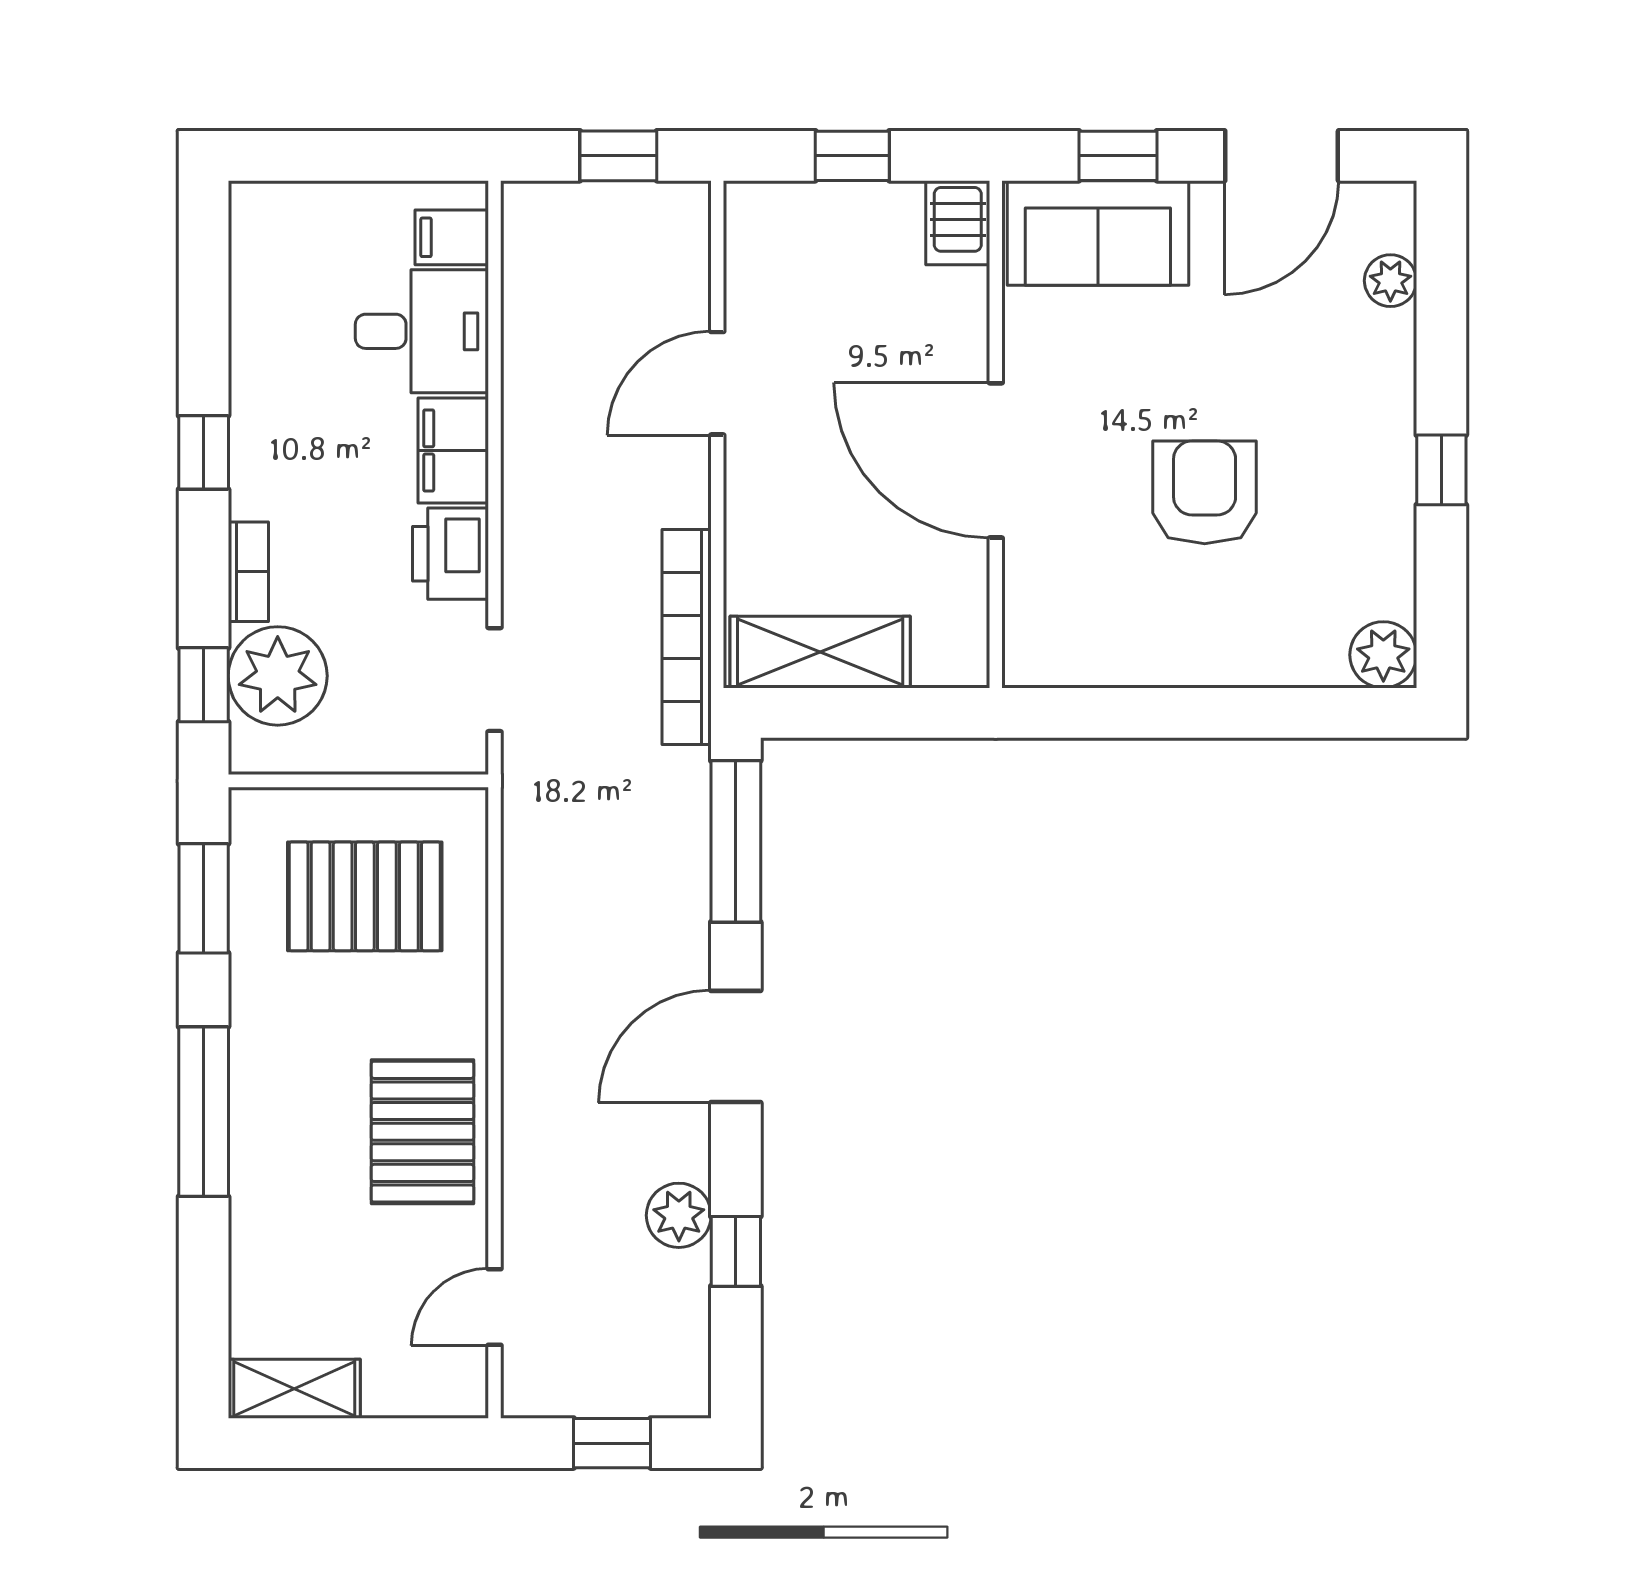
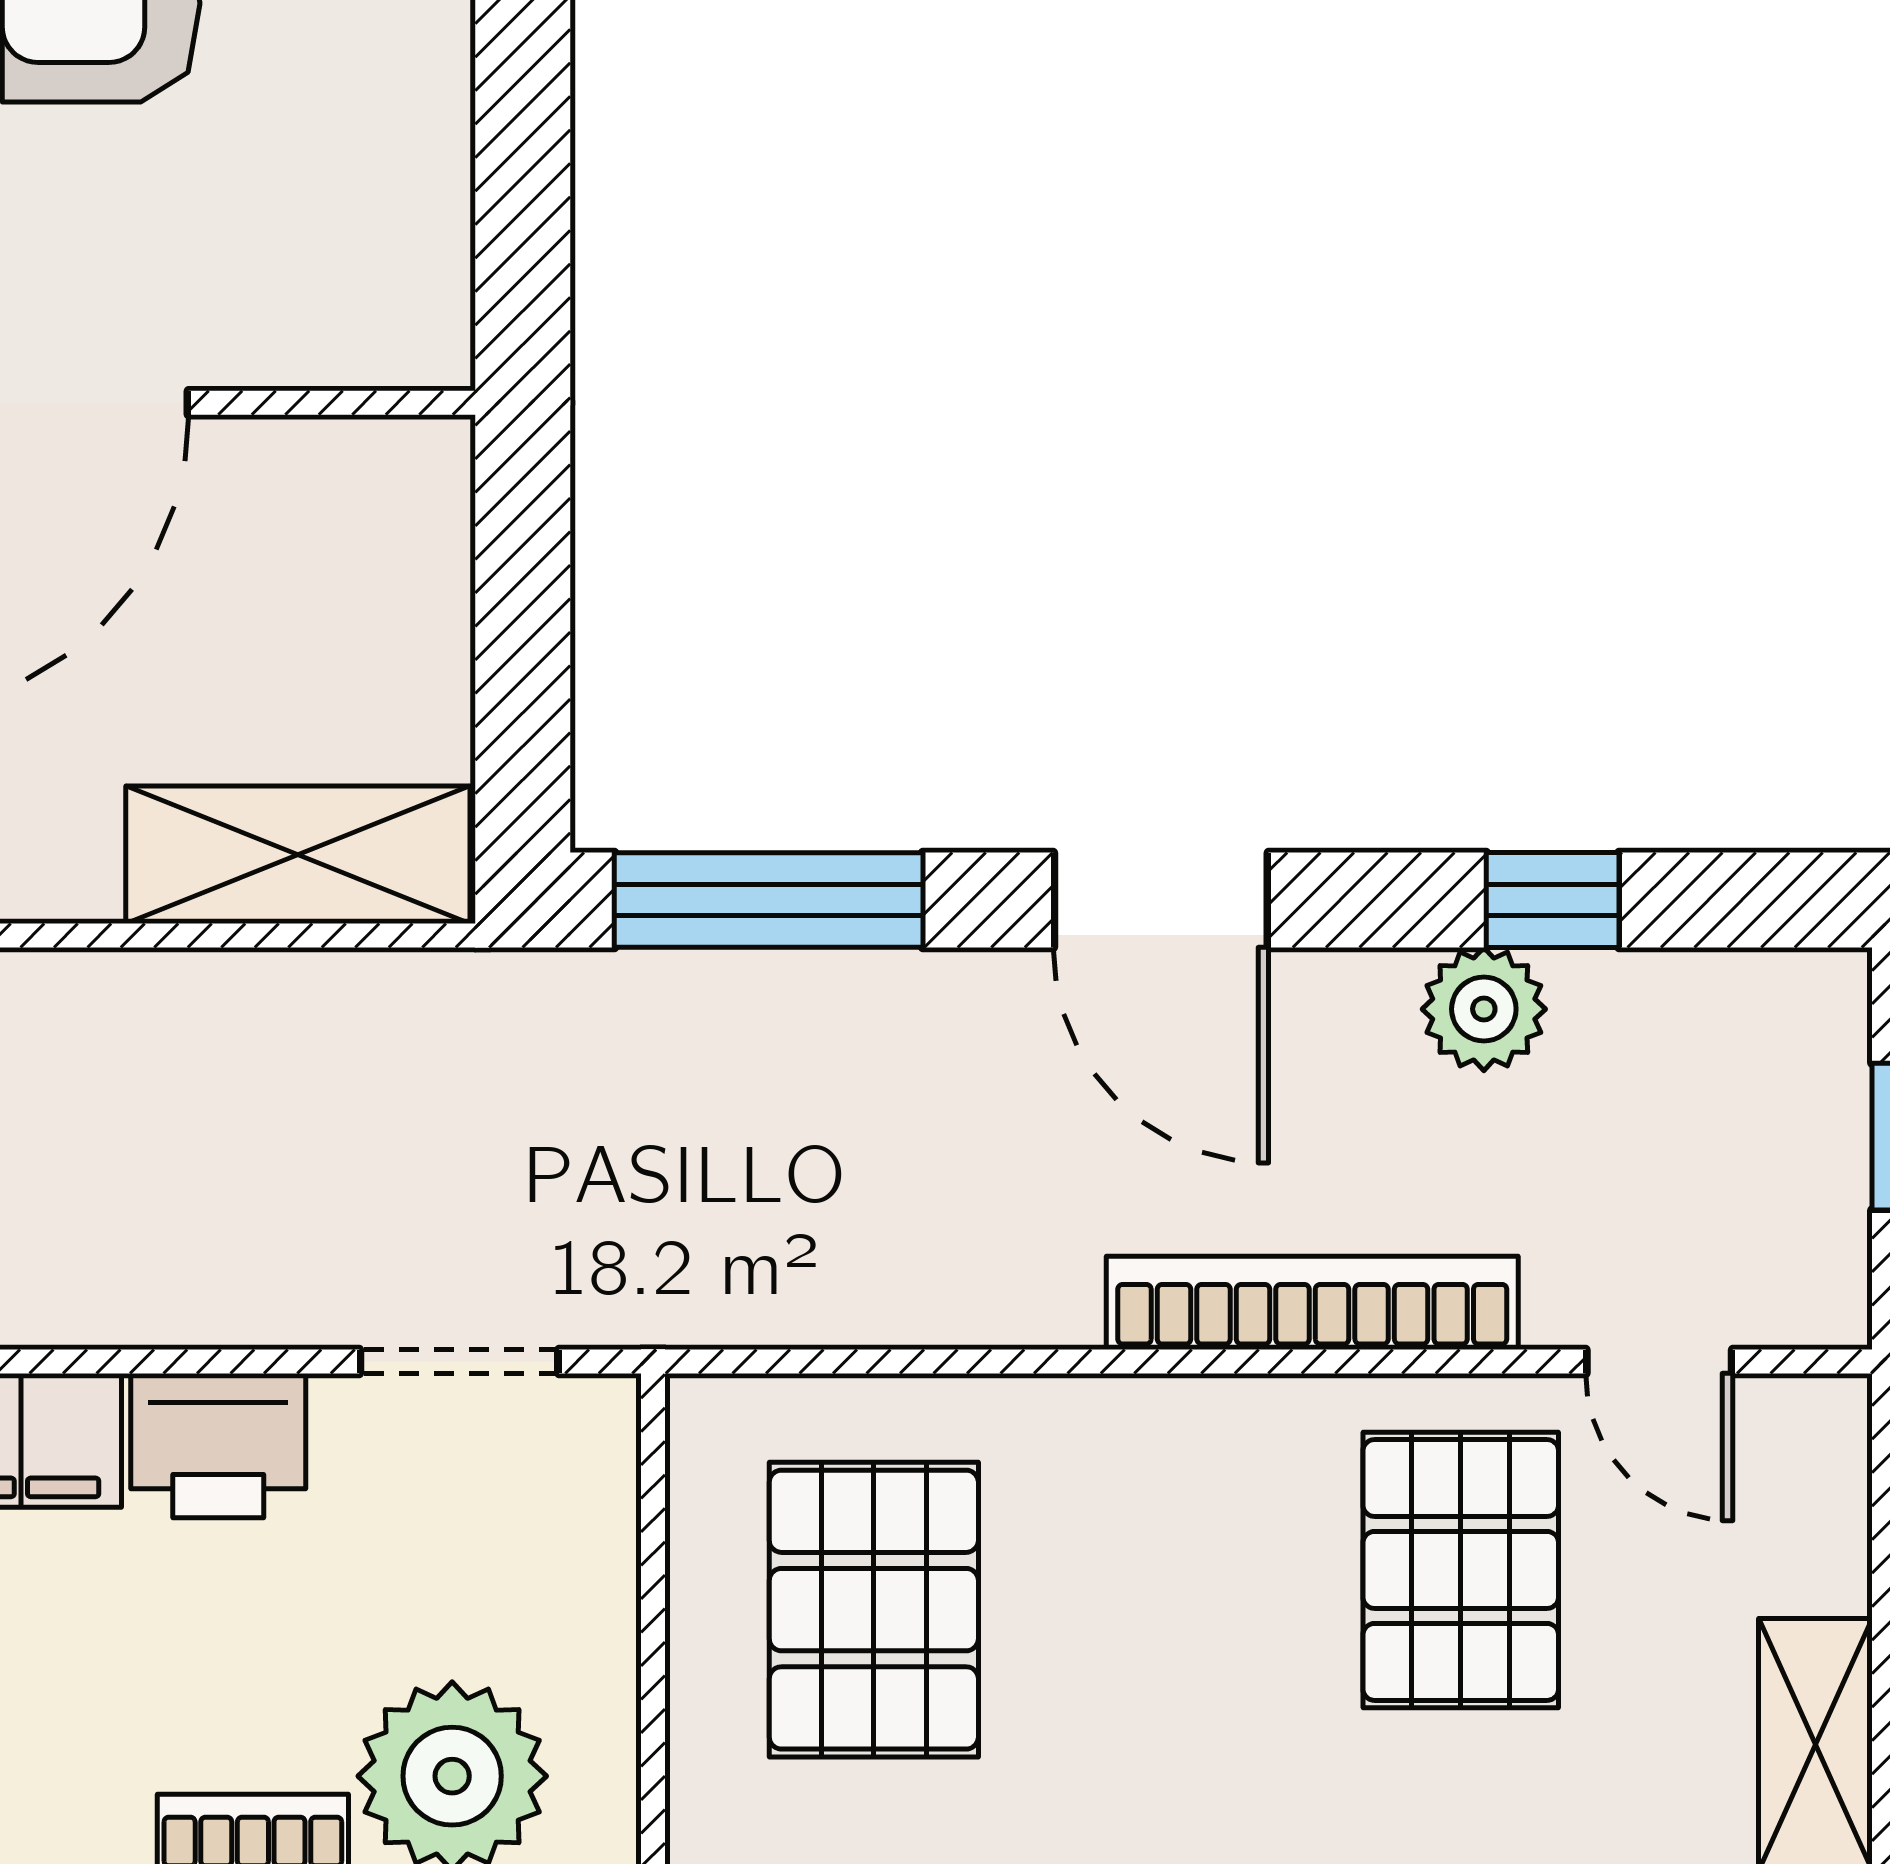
bookcase: (687, 637) -> (1312, 1303), moved, turned 180
shelving: (820, 652) -> (298, 855), moved, turned 90
pallet: (423, 1132) -> (1461, 1570), moved, turned 90

